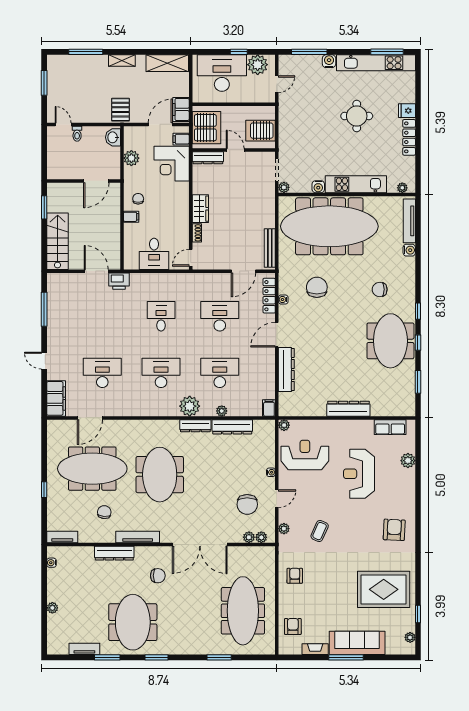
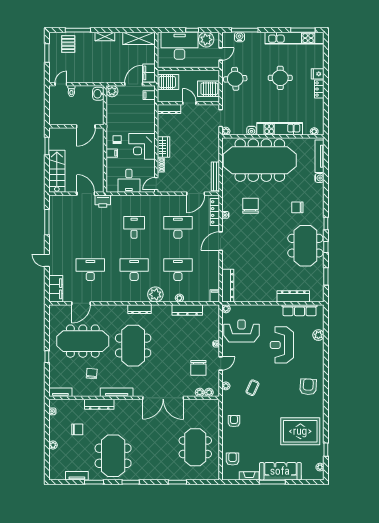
water cooler: (329, 61) -> (240, 37), moved
pallet: (120, 110) -> (68, 44), moved
round table: (296, 117) -> (235, 79), added
door: (63, 124) -> (61, 84), hinge flipped
server rack: (207, 128) -> (168, 82), width x0.62
locker: (409, 137) -> (319, 89), width x0.66
plant: (131, 158) -> (112, 91), moved
corner desk: (172, 164) -> (142, 146), moved
dresser: (286, 369) -> (228, 286), moved
dresser: (348, 409) -> (293, 296), moved
dresser: (195, 426) -> (140, 309), moved
row of seats: (390, 427) -> (300, 310), width x1.48
chair: (158, 576) -> (77, 429), moved
meeting table: (243, 611) -> (195, 447), width x0.73

